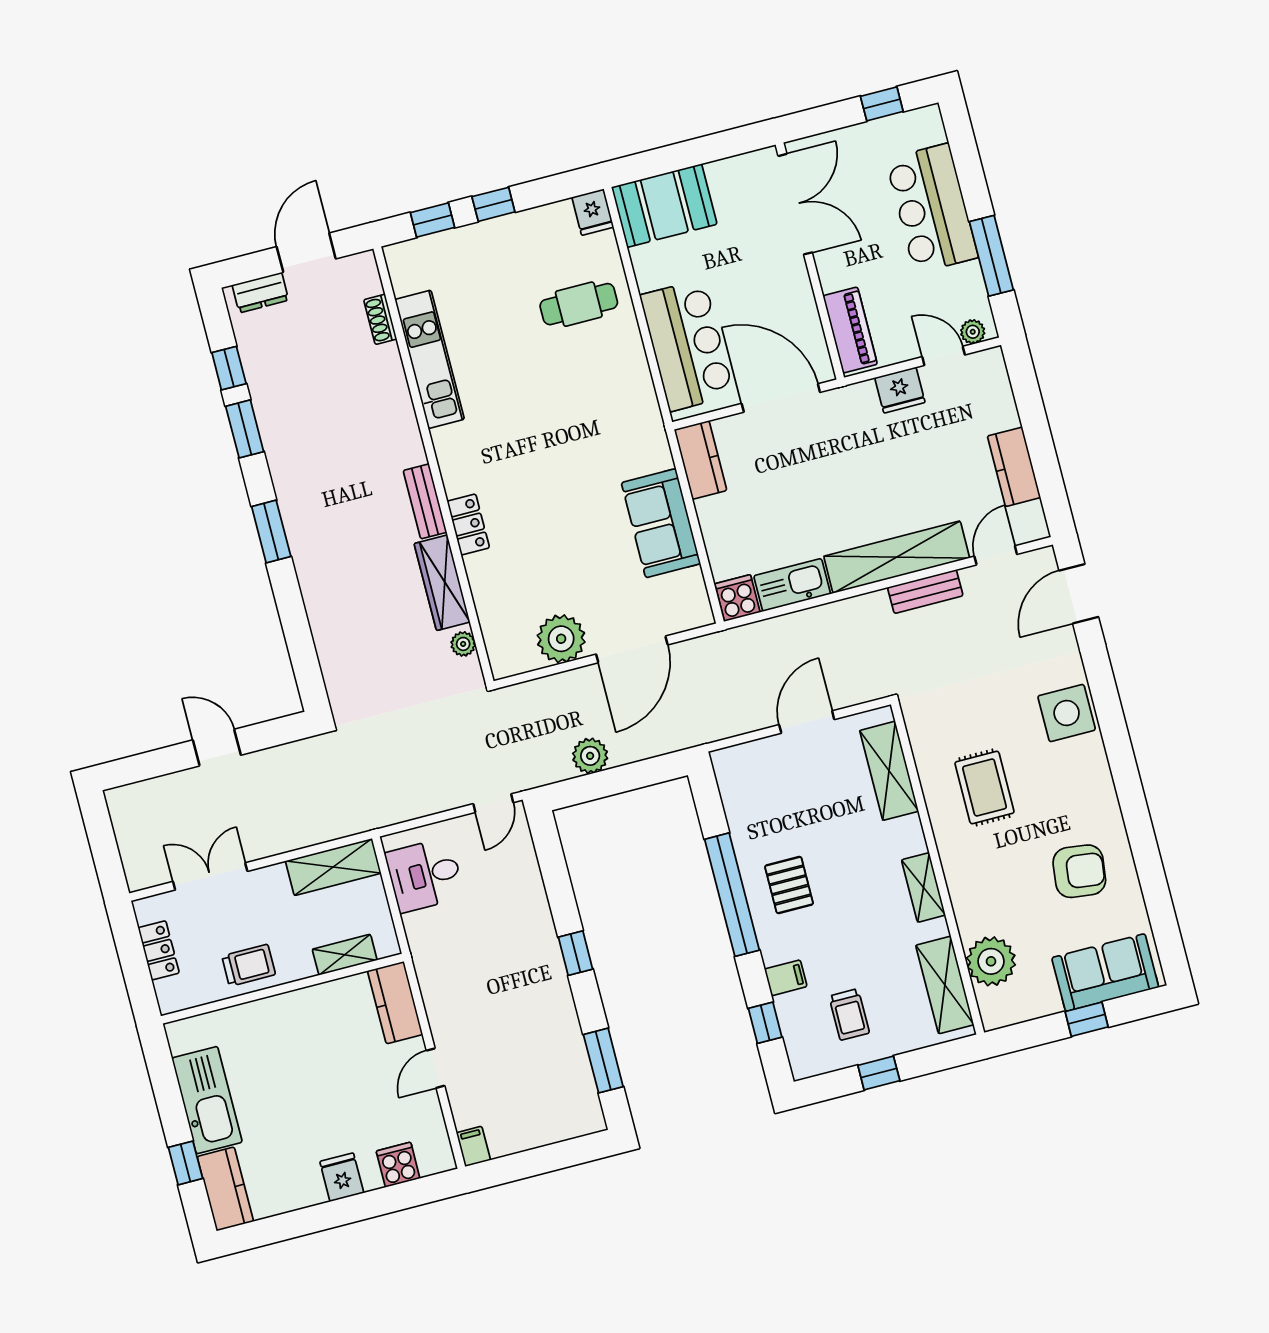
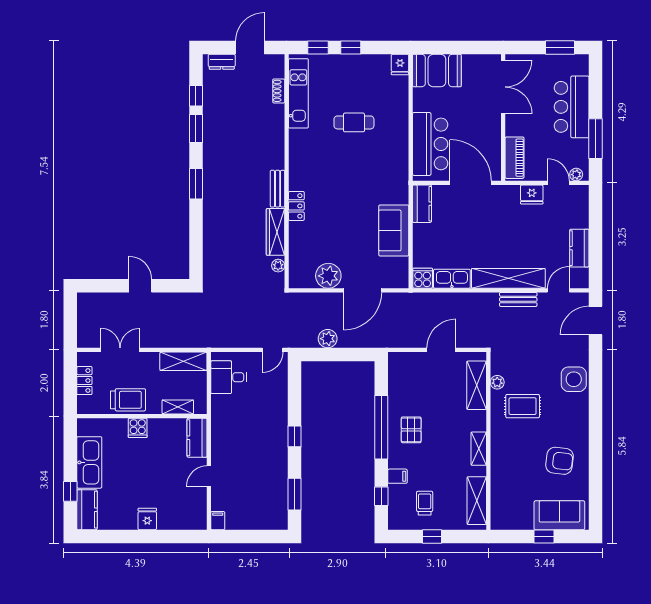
window: (882, 104) -> (560, 48), width x1.50
cafe table: (579, 304) -> (354, 122), moved
kitchen unit: (430, 359) -> (298, 93), moved
rug: (984, 788) -> (523, 406), turned 90
plant: (991, 961) -> (497, 382), moved, width x0.53, depth x0.53
trolley: (249, 965) -> (128, 400), width x1.36, depth x1.39
trolley: (849, 1015) -> (425, 503), turned 180
cooker: (398, 1165) -> (138, 428), moved, turned 180

